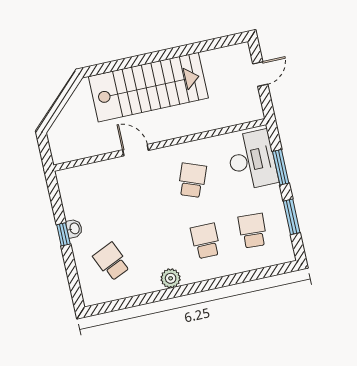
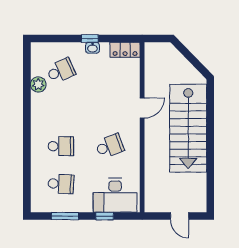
window: (281, 167) -> (105, 216), width x0.67
school desk: (192, 180) -> (110, 146), turned -42
locker: (68, 187) -> (125, 50), added
plant: (171, 278) -> (38, 84), moved

